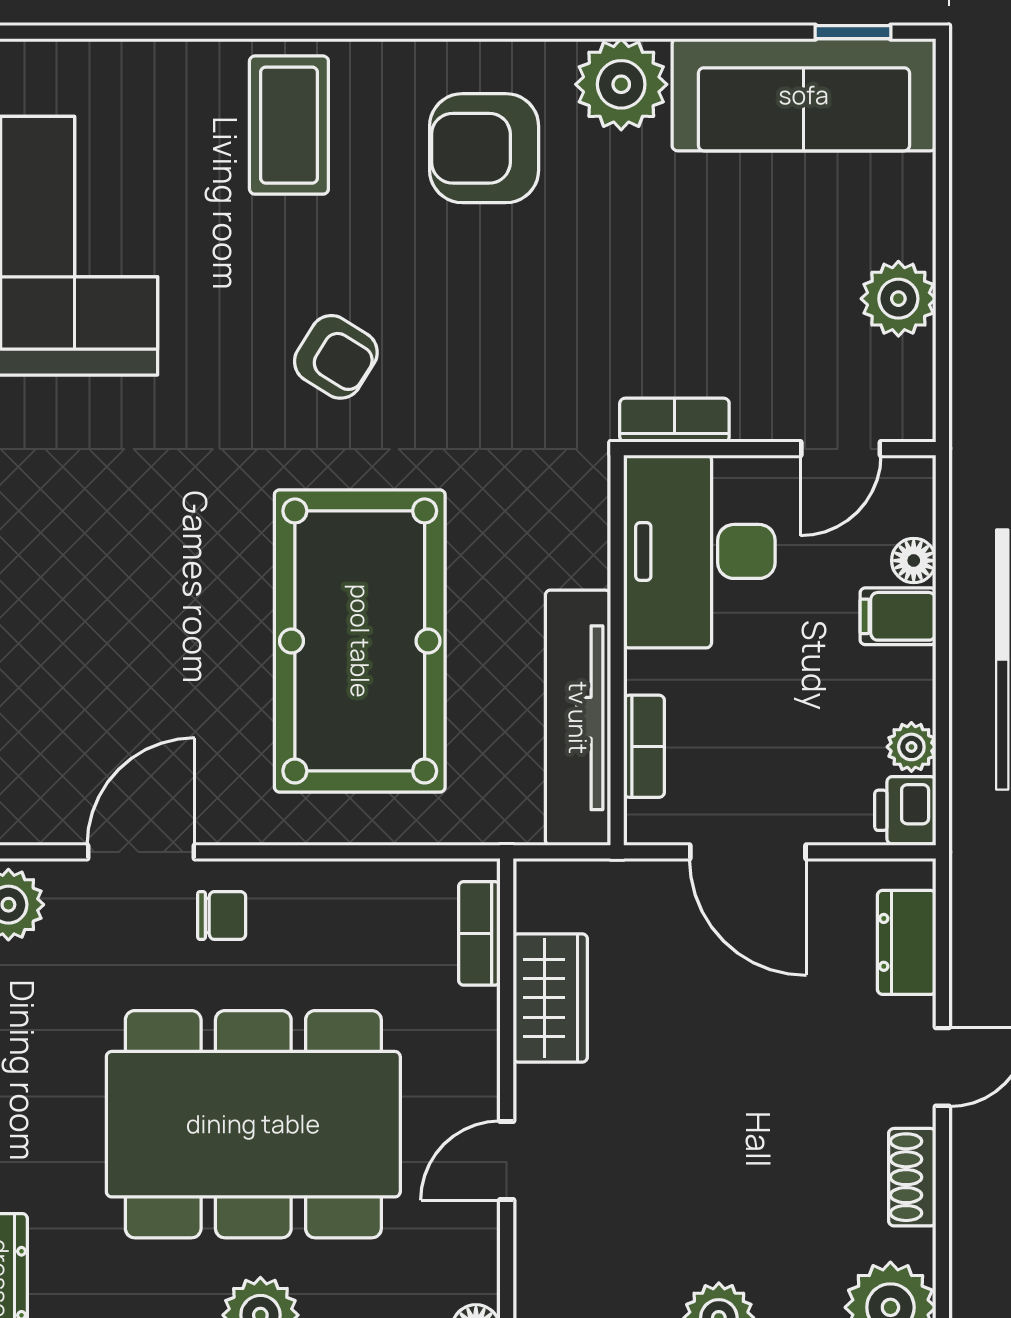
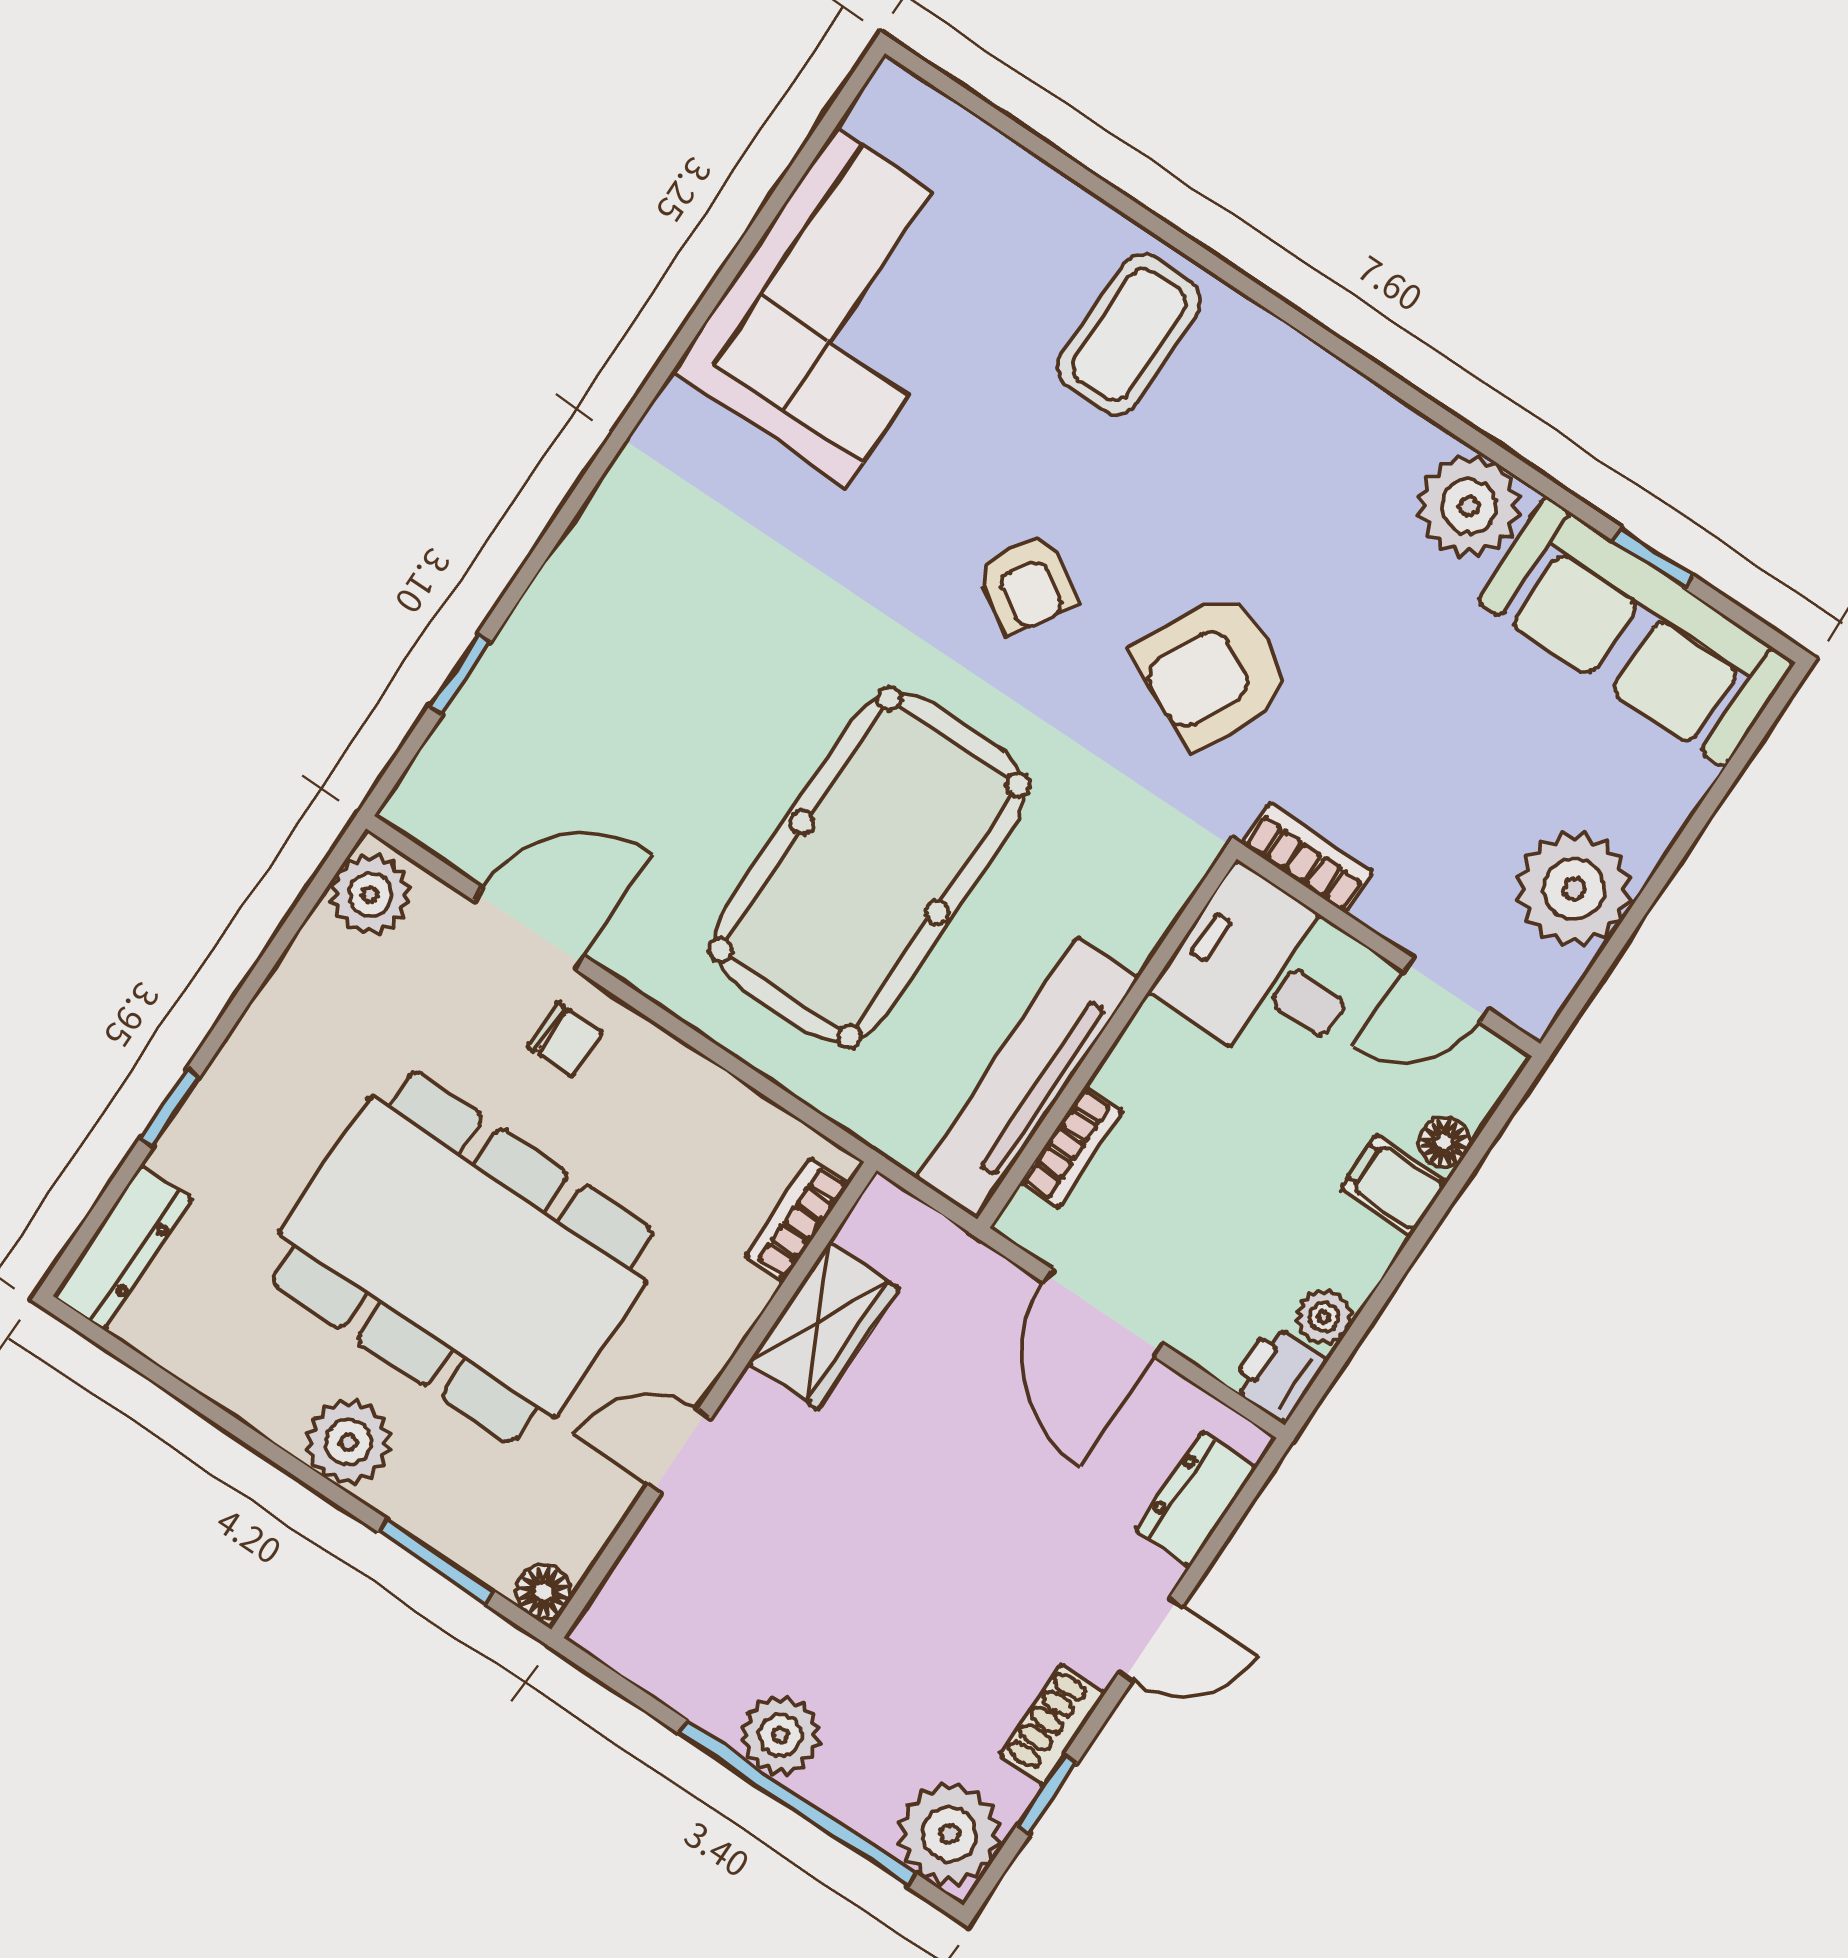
window: (853, 32) -> (1653, 558), moved
armchair: (484, 148) -> (1213, 671), moved, turned -64
plant: (898, 299) -> (1574, 889), width x1.36, depth x1.36
desk: (699, 551) -> (1264, 973), width x0.73
window: (942, 1230) -> (1047, 1794), added

